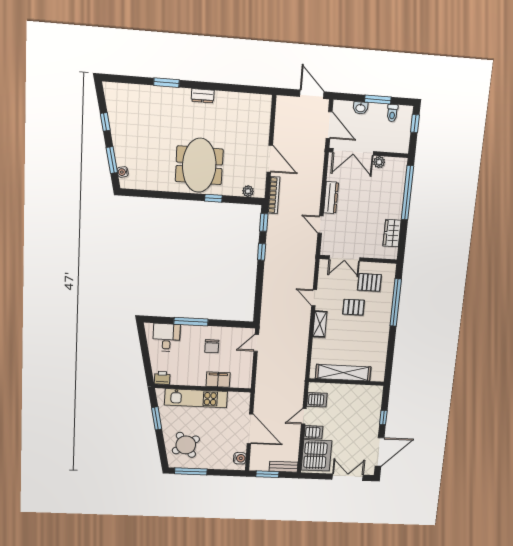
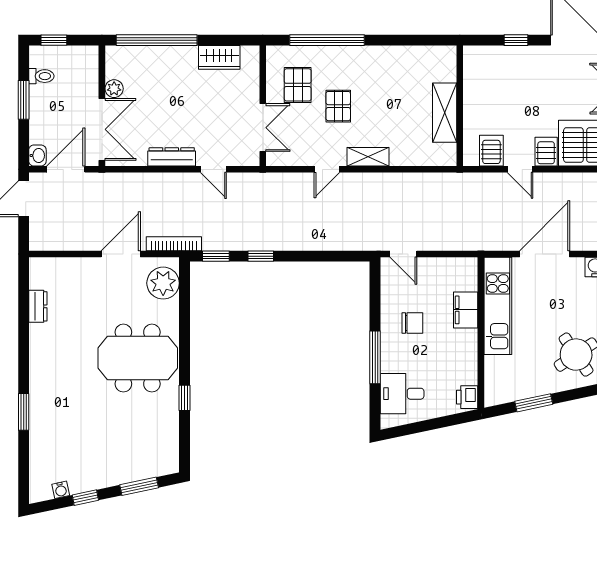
dresser: (203, 96) -> (38, 306), moved
washbasin: (360, 108) -> (37, 156), moved
water cooler: (123, 172) -> (61, 490), moved
plant: (248, 191) -> (163, 283), width x1.87, depth x1.87
window: (213, 198) -> (184, 398), moved
door: (320, 225) -> (213, 169), hinge flipped
shelving: (343, 373) -> (445, 113), width x0.68
kitchen unit: (196, 398) -> (498, 306), moved

